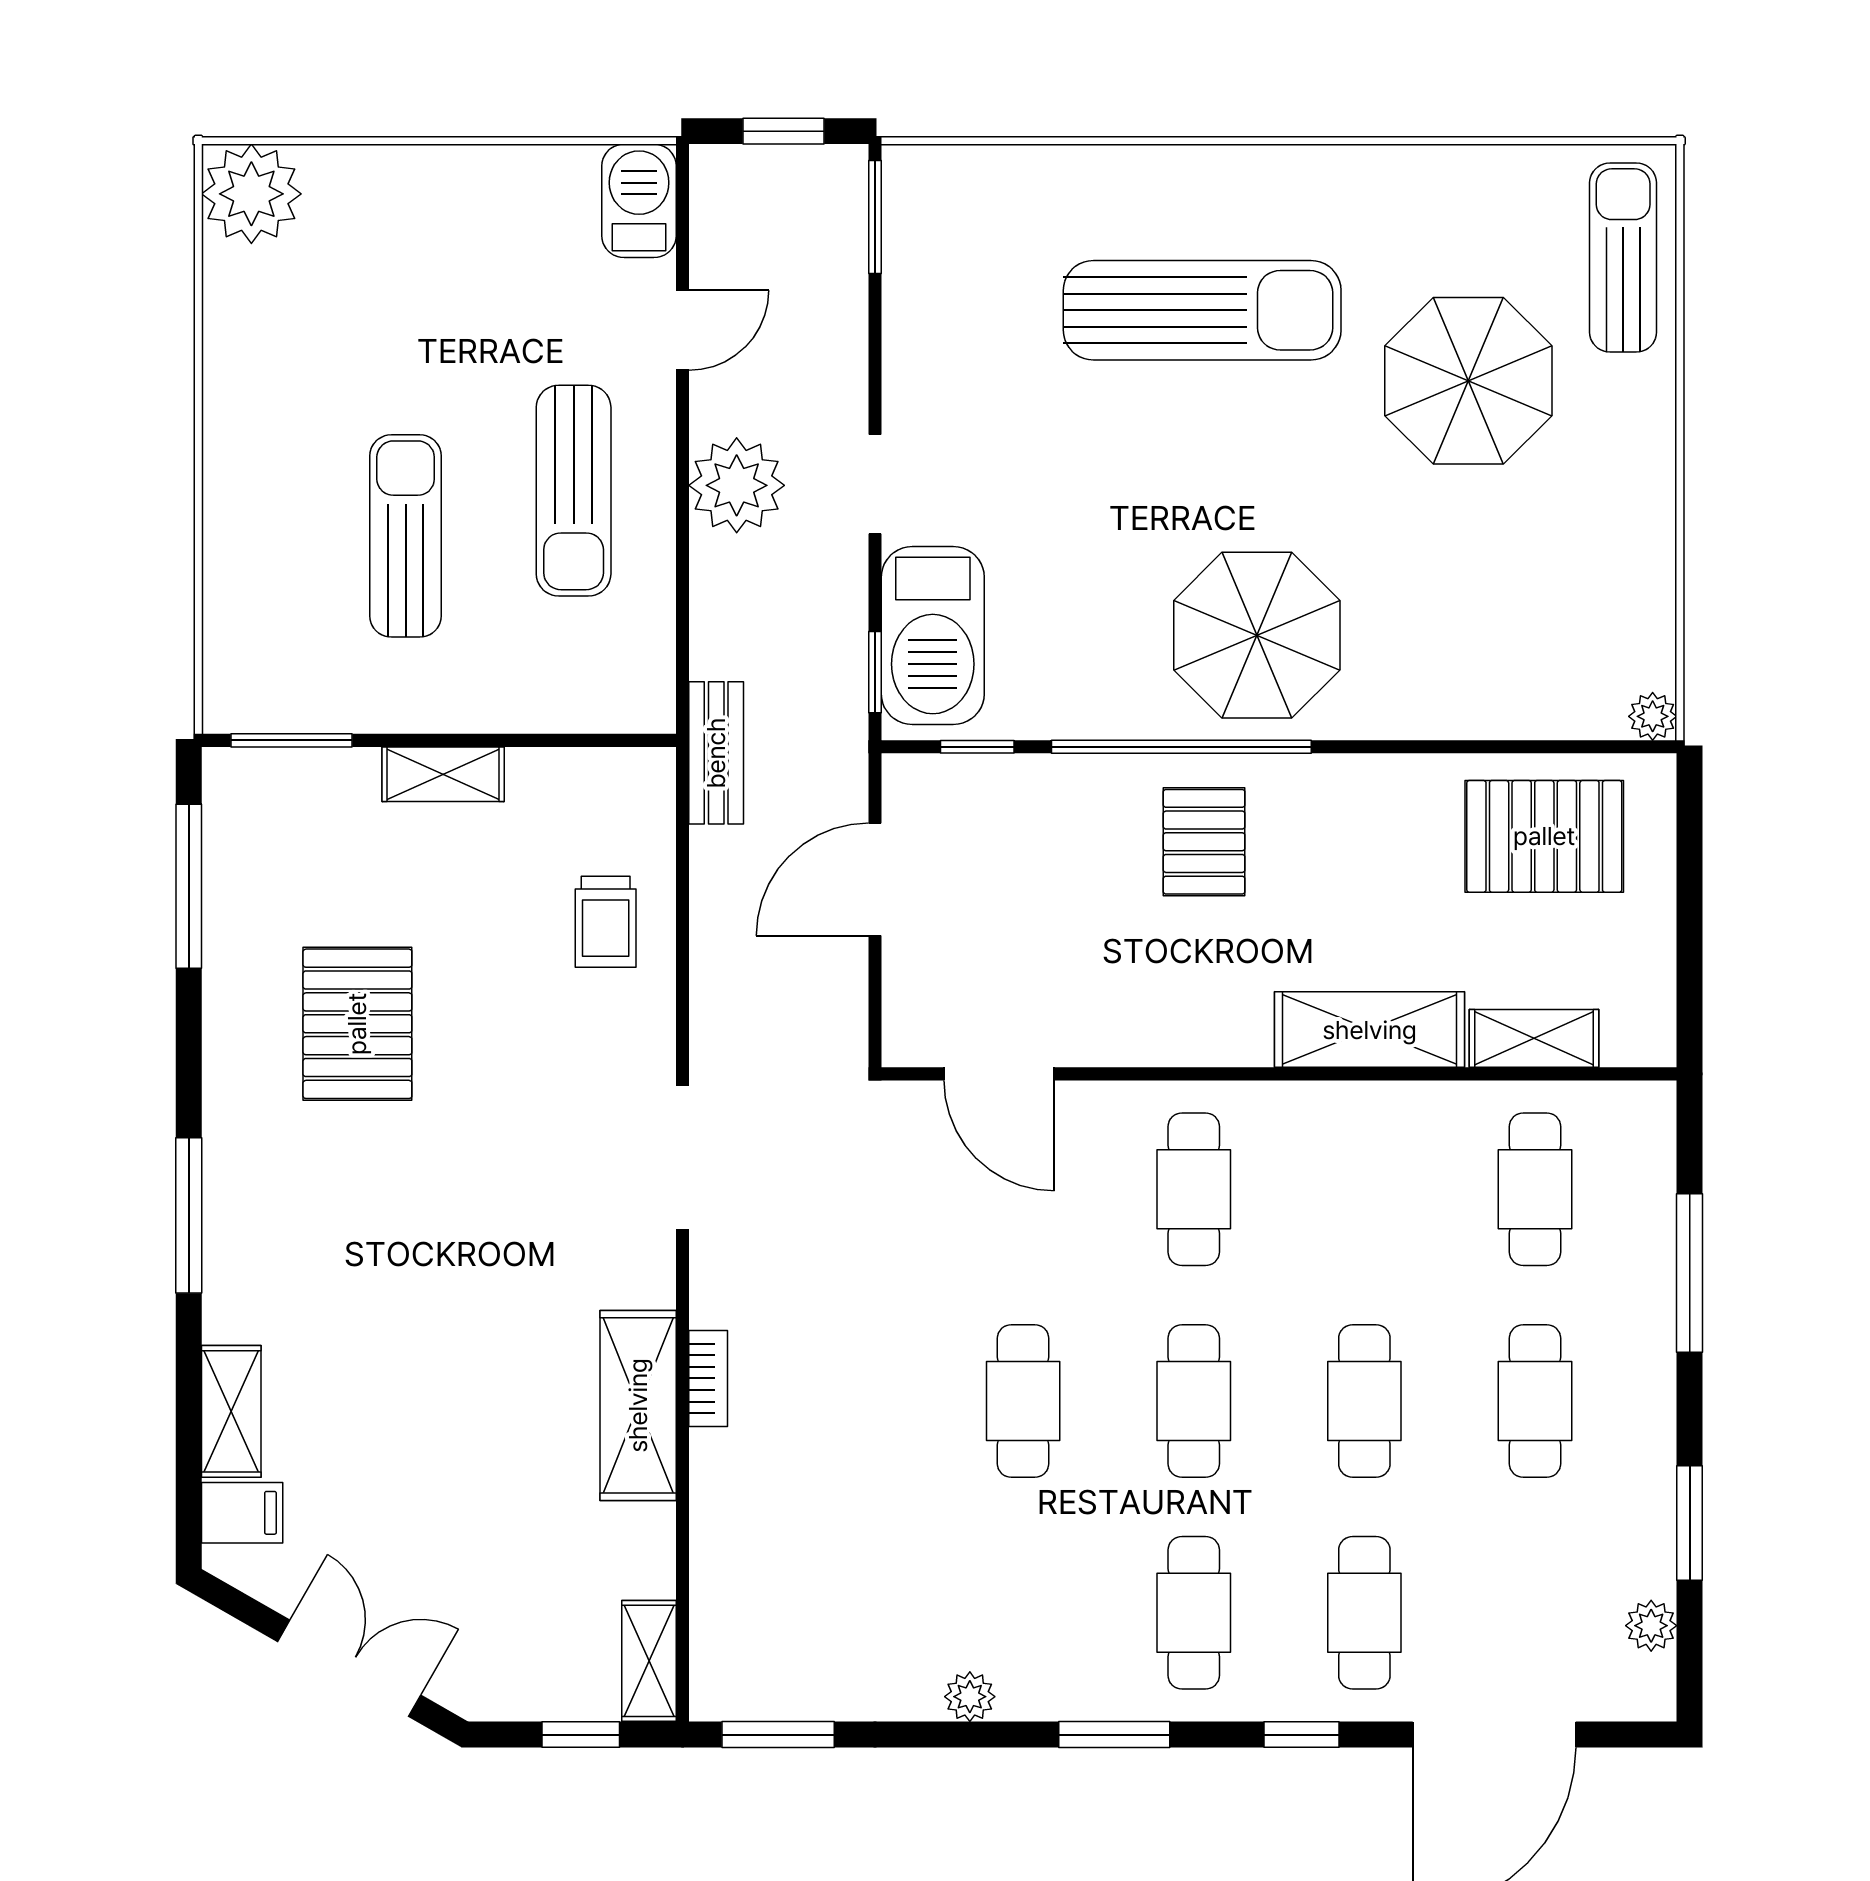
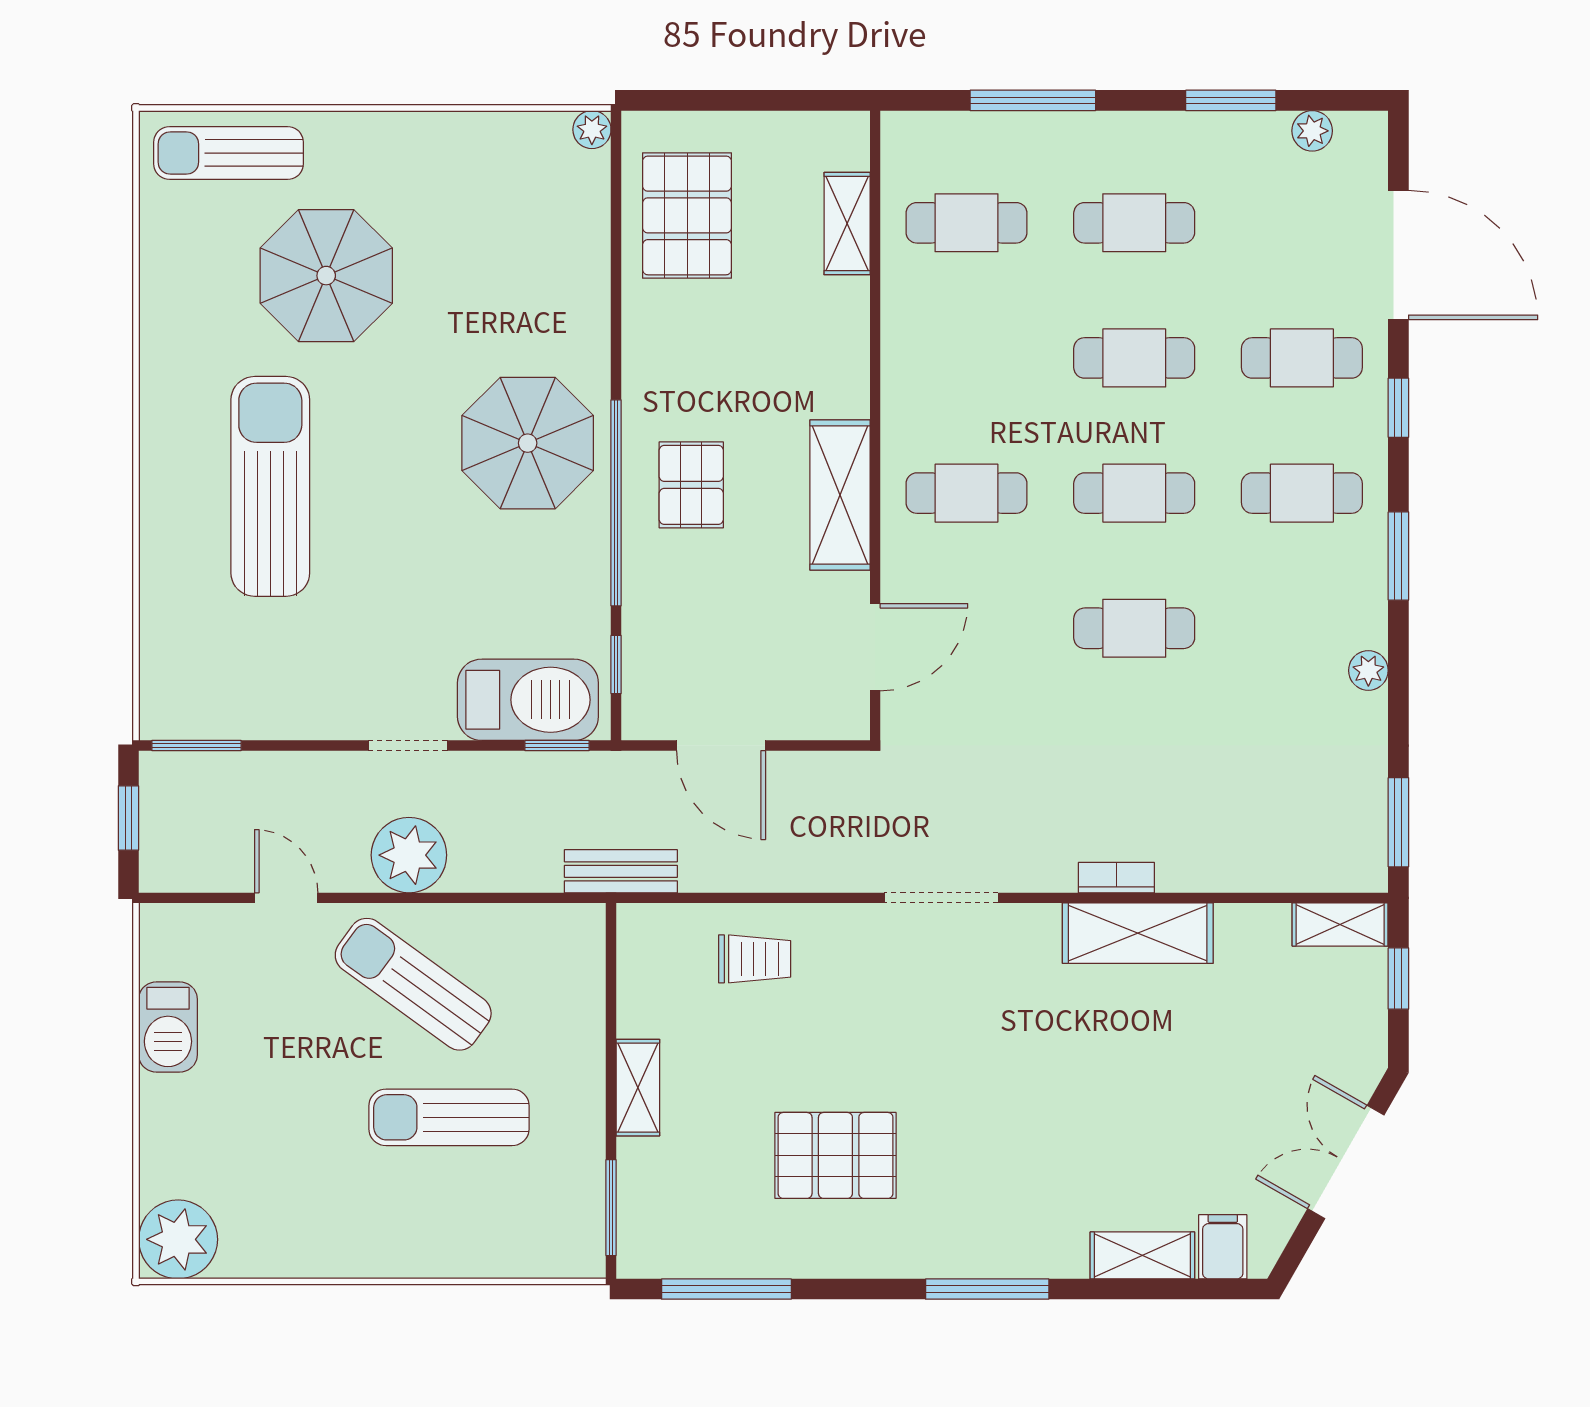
barbecue: (639, 201) -> (168, 1027), moved, turned -90
sun lounger: (574, 491) -> (413, 984), turned -144
pallet: (1204, 842) -> (691, 485), turned 90
shelving: (1370, 1030) -> (840, 495), moved

